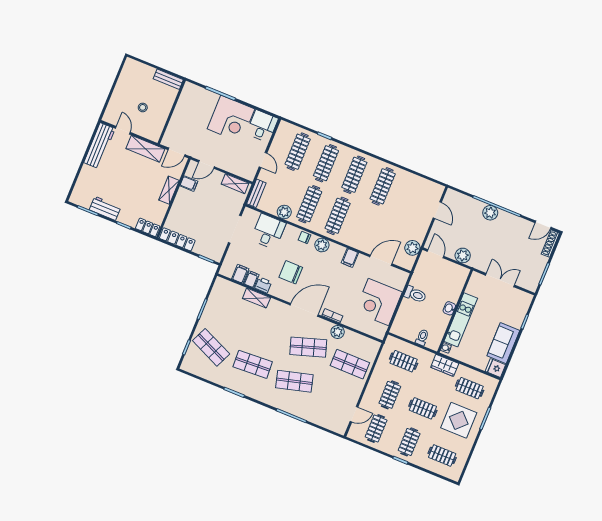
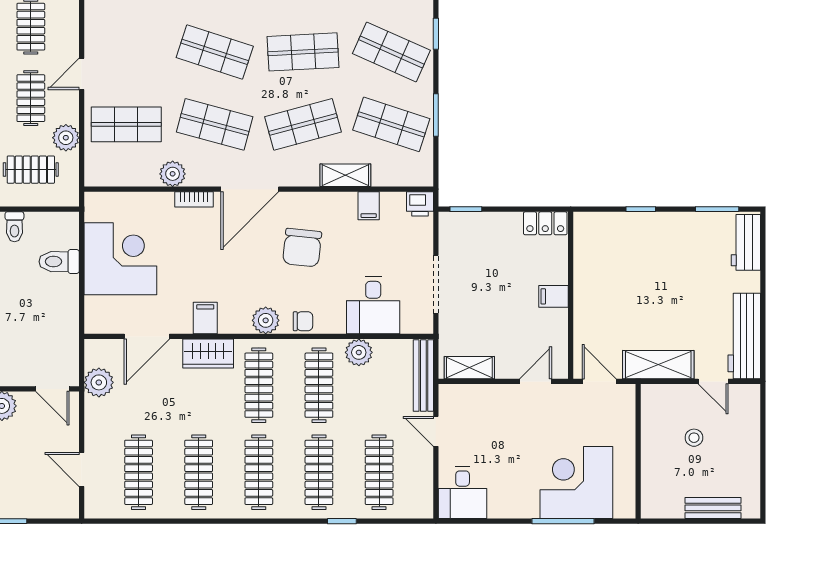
bench: (168, 79) -> (713, 508), moved
corner desk: (231, 119) -> (576, 482), moved
door: (177, 152) -> (599, 381), hinge flipped
filing cabinet: (189, 184) -> (554, 296), moved
shelving: (169, 190) -> (585, 307), removed
bench: (256, 193) -> (423, 375), width x1.36
clothes rail: (411, 198) -> (139, 472), added
workbench: (105, 208) -> (746, 242), moved, turned 90
locker: (148, 227) -> (596, 223), removed
locker: (177, 239) -> (545, 223), width x0.66
wardrobe: (355, 240) -> (208, 354), added
chair: (291, 272) -> (302, 248), turned 96
filing cabinet: (240, 274) -> (393, 207), removed
printer: (263, 285) -> (420, 204), moved
toilet: (415, 294) -> (59, 262), moved
shop shelf: (225, 313) -> (391, 124), added
shop shelf: (267, 330) -> (303, 124), added
shop shelf: (308, 347) -> (215, 124), turned 33
plant: (381, 369) -> (66, 138), added
shop shelf: (294, 381) -> (215, 52), turned 33
door: (354, 414) -> (82, 74), moved

